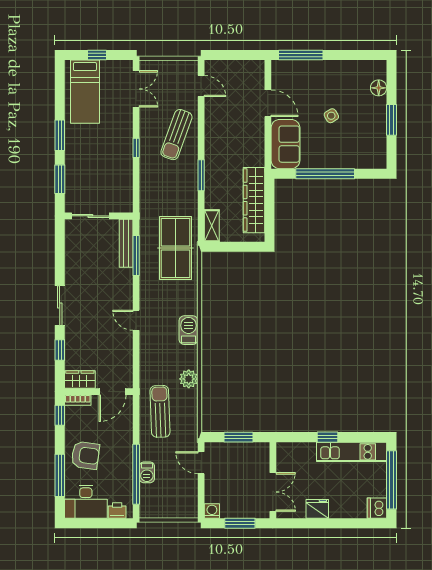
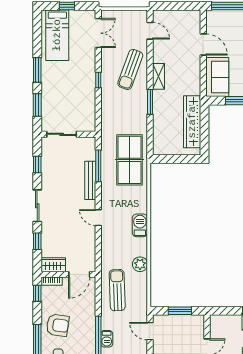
shelving: (212, 226) -> (158, 76), moved
bench: (126, 243) -> (90, 180), moved
window: (60, 254) -> (37, 164), added

